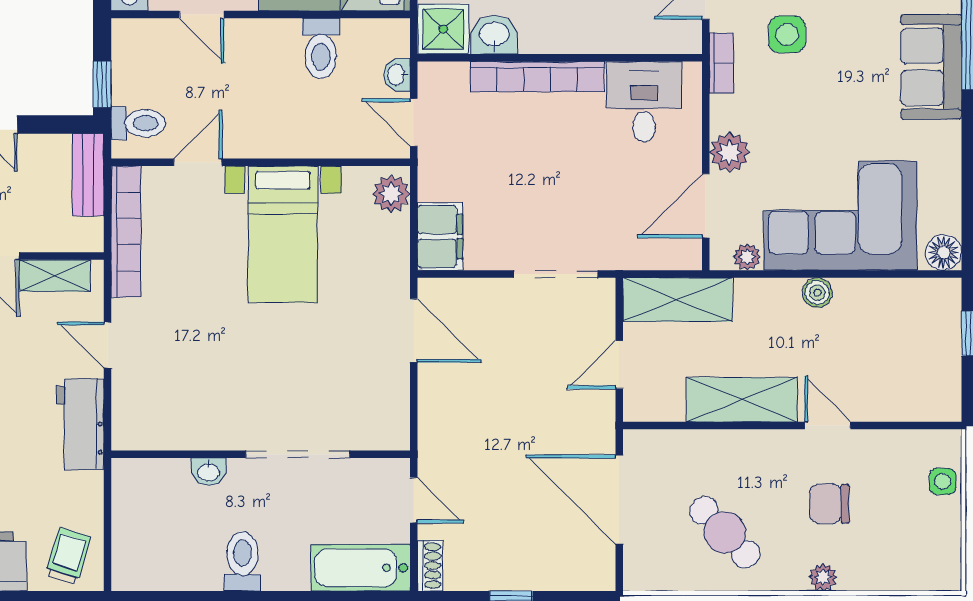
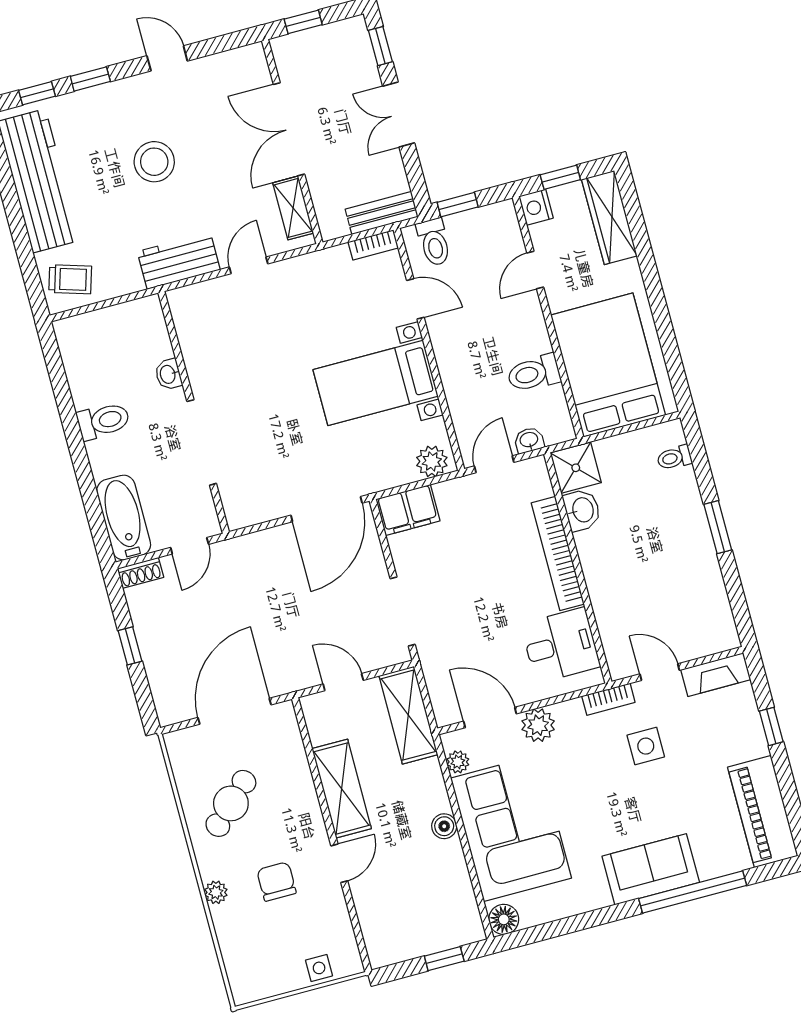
bookcase: (126, 232) -> (373, 245), width x0.43, depth x0.76
door: (414, 330) -> (326, 509), width x1.36

